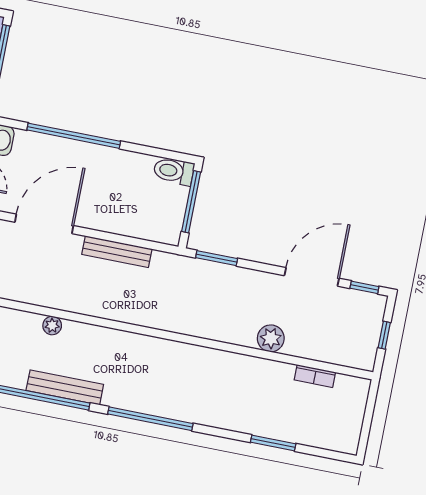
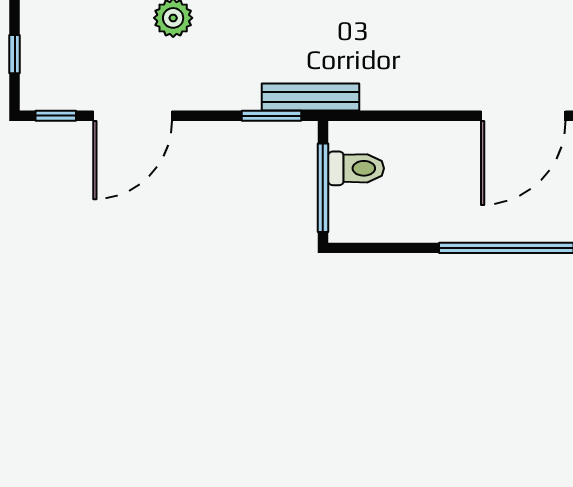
toilet: (174, 171) -> (356, 168), moved
bench: (117, 252) -> (310, 97), moved

